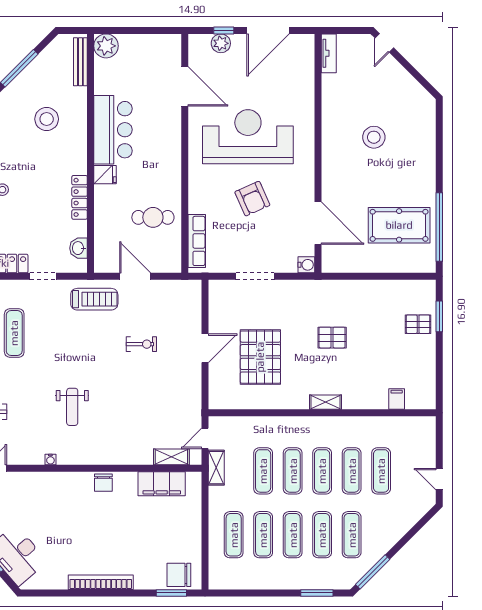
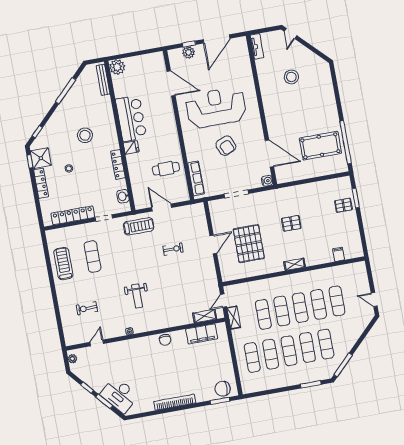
stool: (47, 119) -> (85, 135), moved
stool: (374, 137) -> (291, 77), moved

